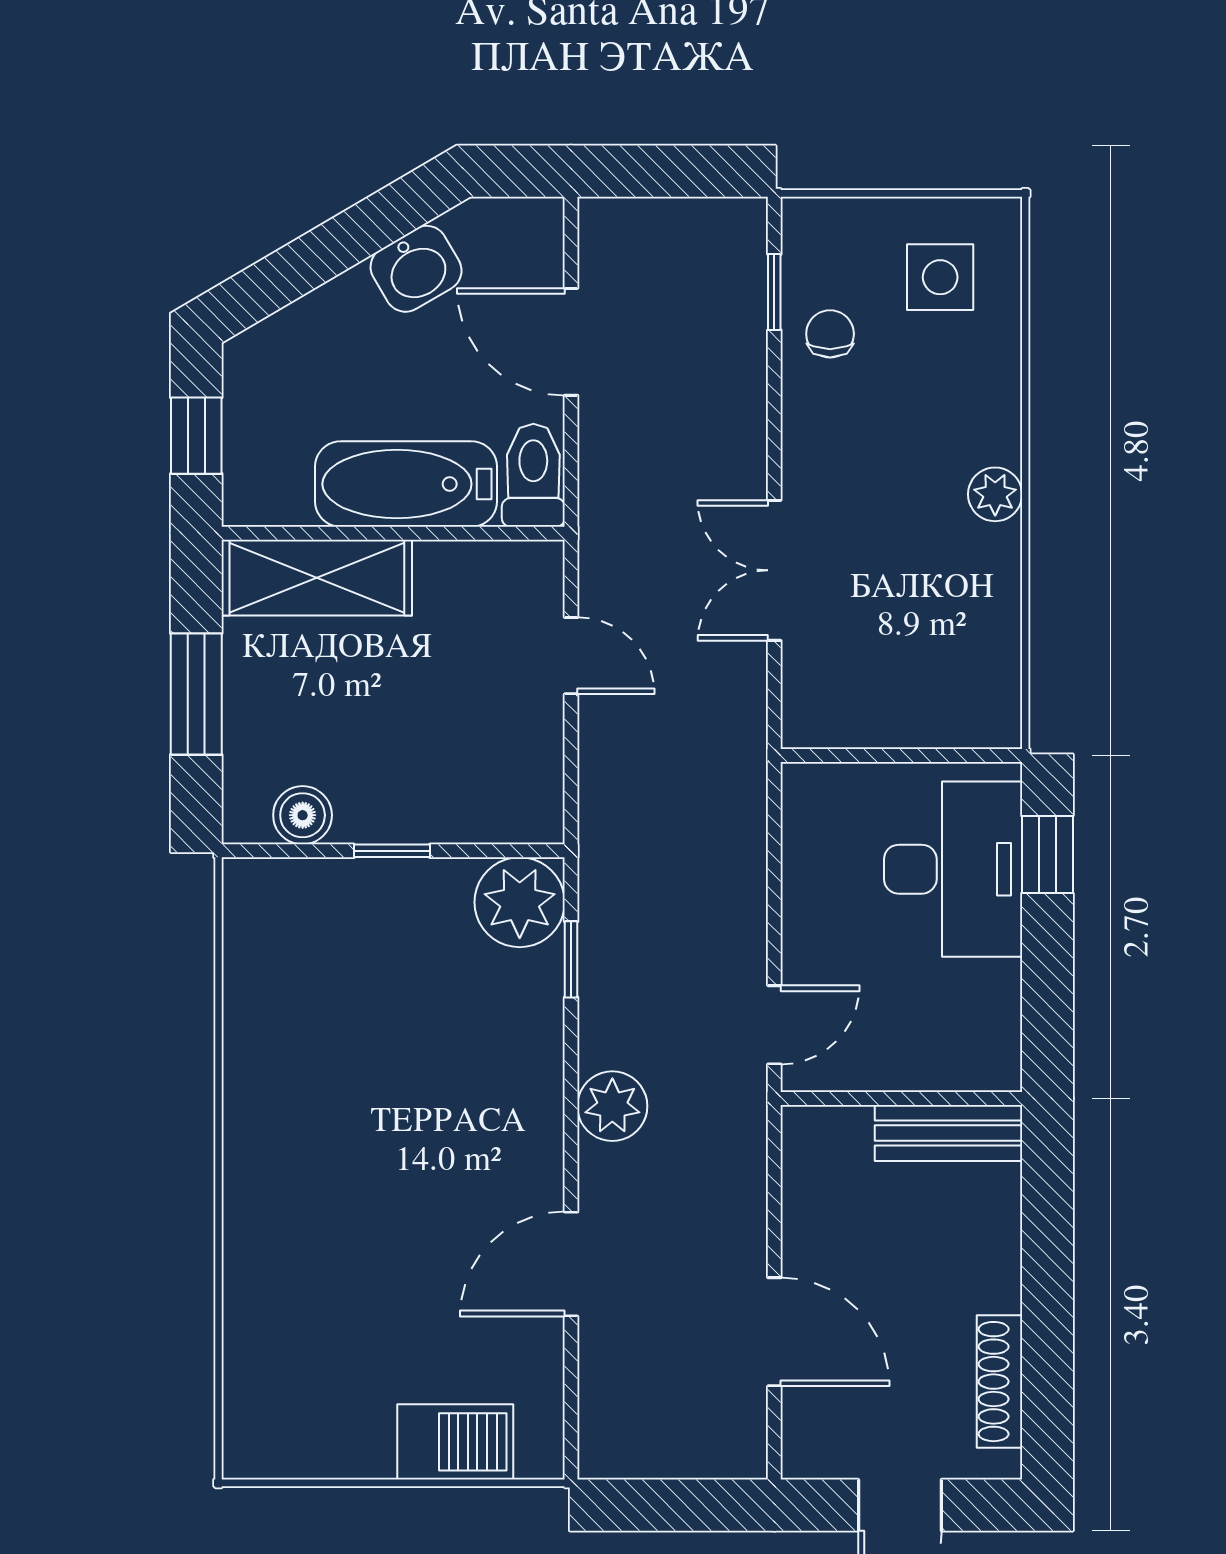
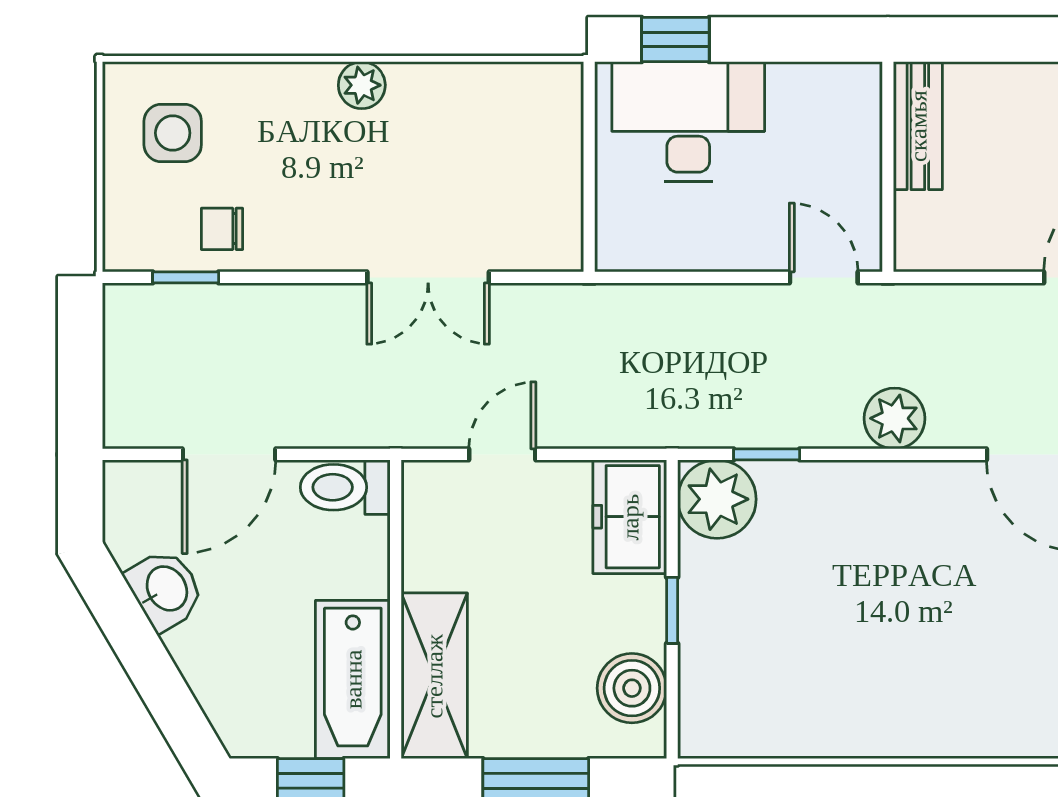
bathtub: (406, 484) -> (353, 679), moved
freezer: (499, 802) -> (630, 517), added
boiler: (303, 815) -> (632, 688), width x1.36, depth x1.36

